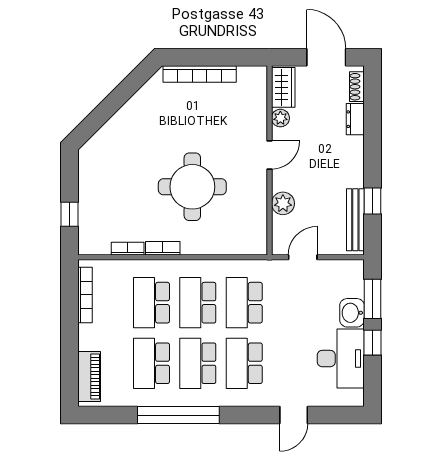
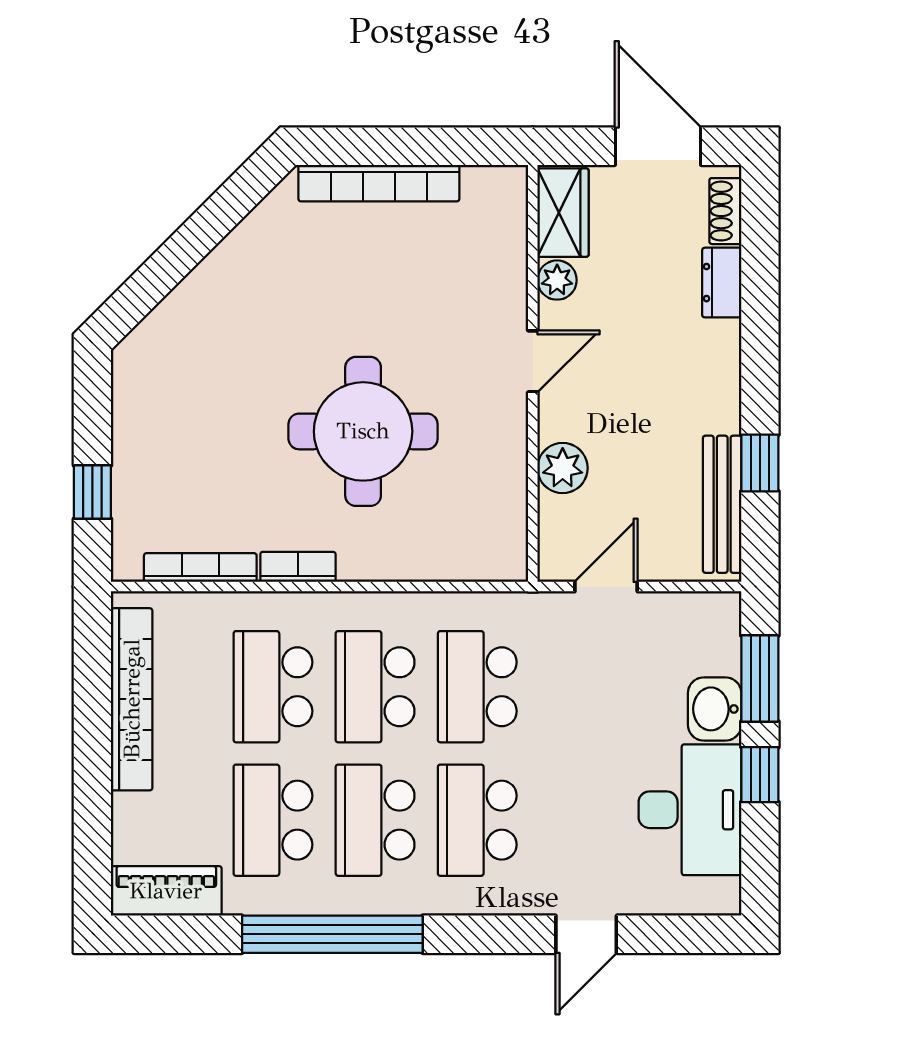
bookcase: (128, 249) -> (200, 568), width x1.56
bookcase: (85, 295) -> (132, 699), width x1.48, depth x1.31
piano: (89, 377) -> (166, 891), moved, turned -90

